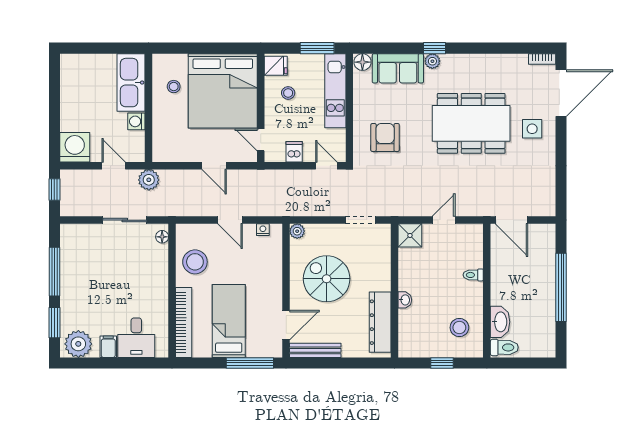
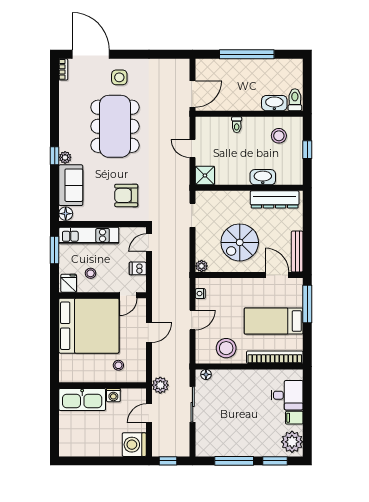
stool: (174, 87) -> (118, 365), moved
washbasin: (405, 300) -> (263, 177), width x1.91, depth x1.45

